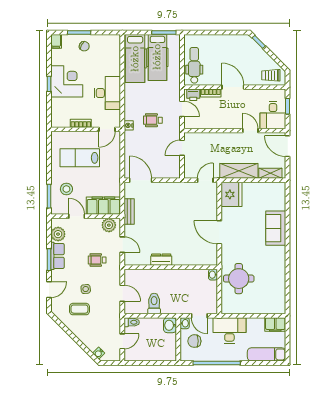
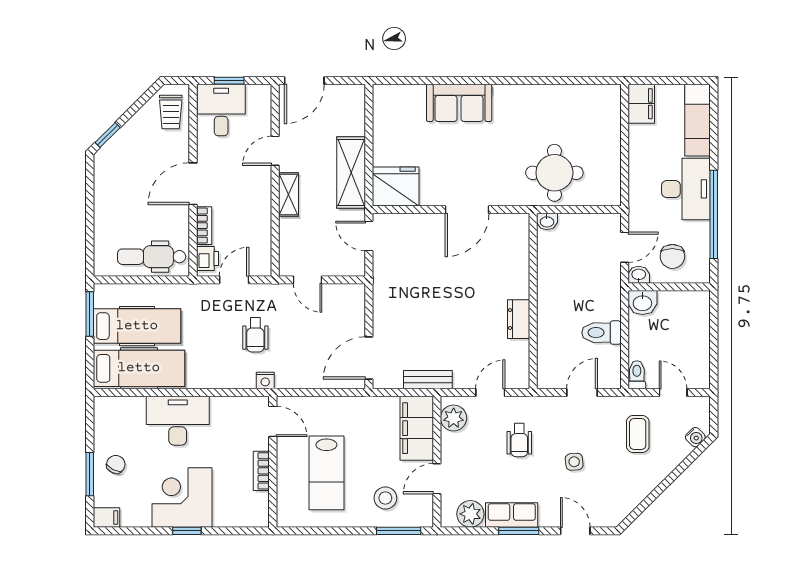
desk: (107, 93) -> (178, 421), moved
desk: (273, 115) -> (221, 110), moved, turned -90
shelving: (270, 173) -> (288, 194), moved
coffee table: (79, 309) -> (638, 434), moved
desk: (229, 330) -> (686, 189), moved, turned 180

